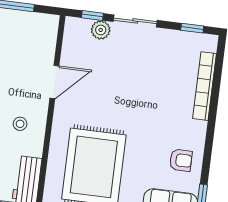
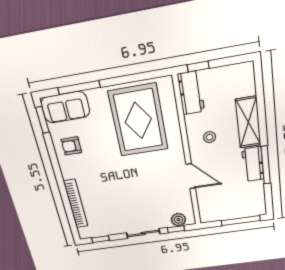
plant: (101, 30) -> (178, 220), moved
door: (54, 82) -> (191, 176), swing flipped

